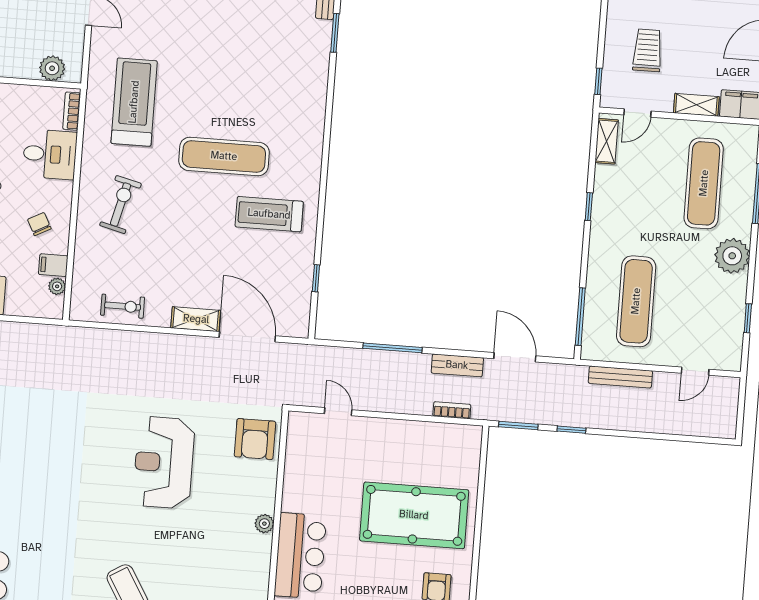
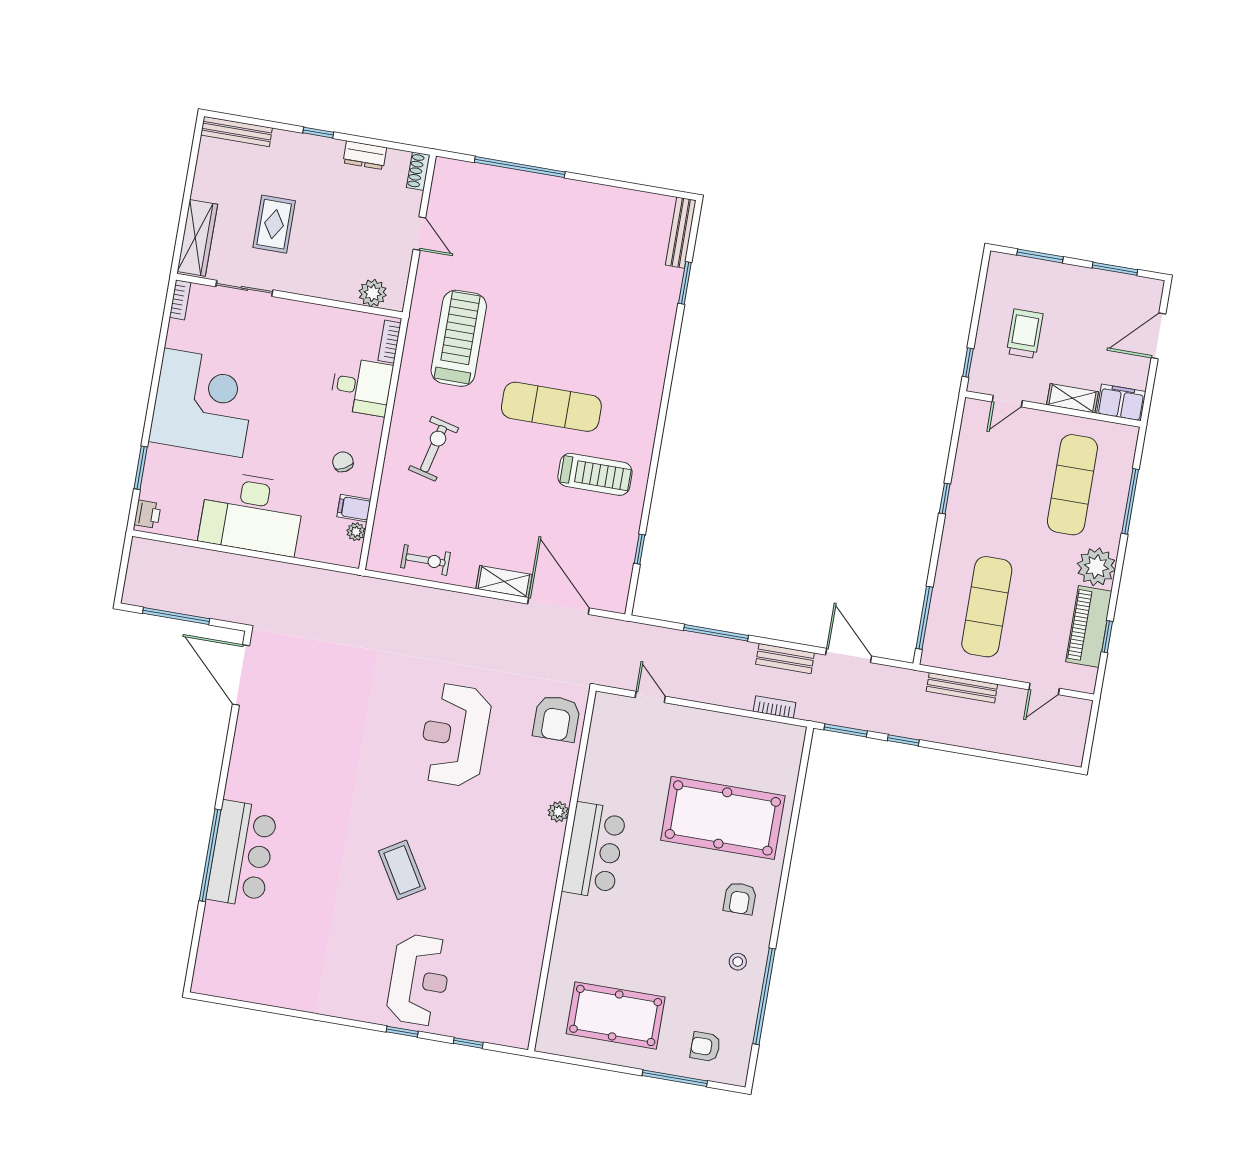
shelving: (607, 141) -> (971, 429), removed
treadmill: (269, 214) -> (595, 474), turned 180
piano: (730, 311) -> (1089, 626), added

